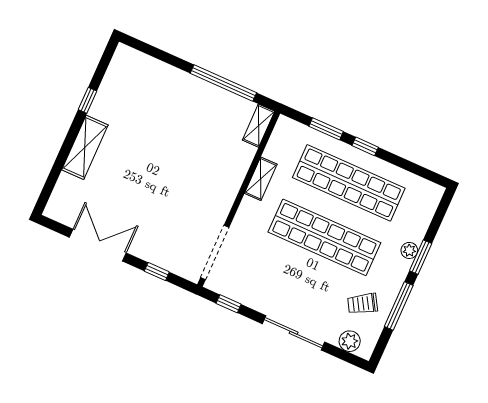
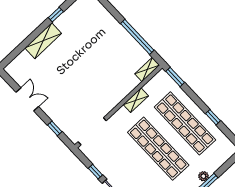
window: (326, 129) -> (175, 77), moved
window: (365, 146) -> (213, 117), moved
double door: (98, 245) -> (27, 99), width x0.73
window: (229, 304) -> (95, 172), moved

